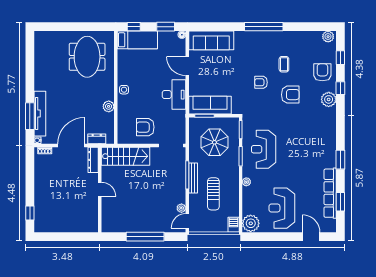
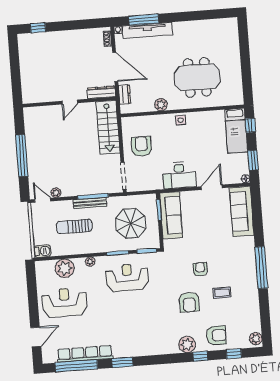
meeting table: (87, 57) -> (197, 77), moved
window: (340, 202) -> (76, 366), width x2.11
plant: (251, 223) -> (65, 268), moved

